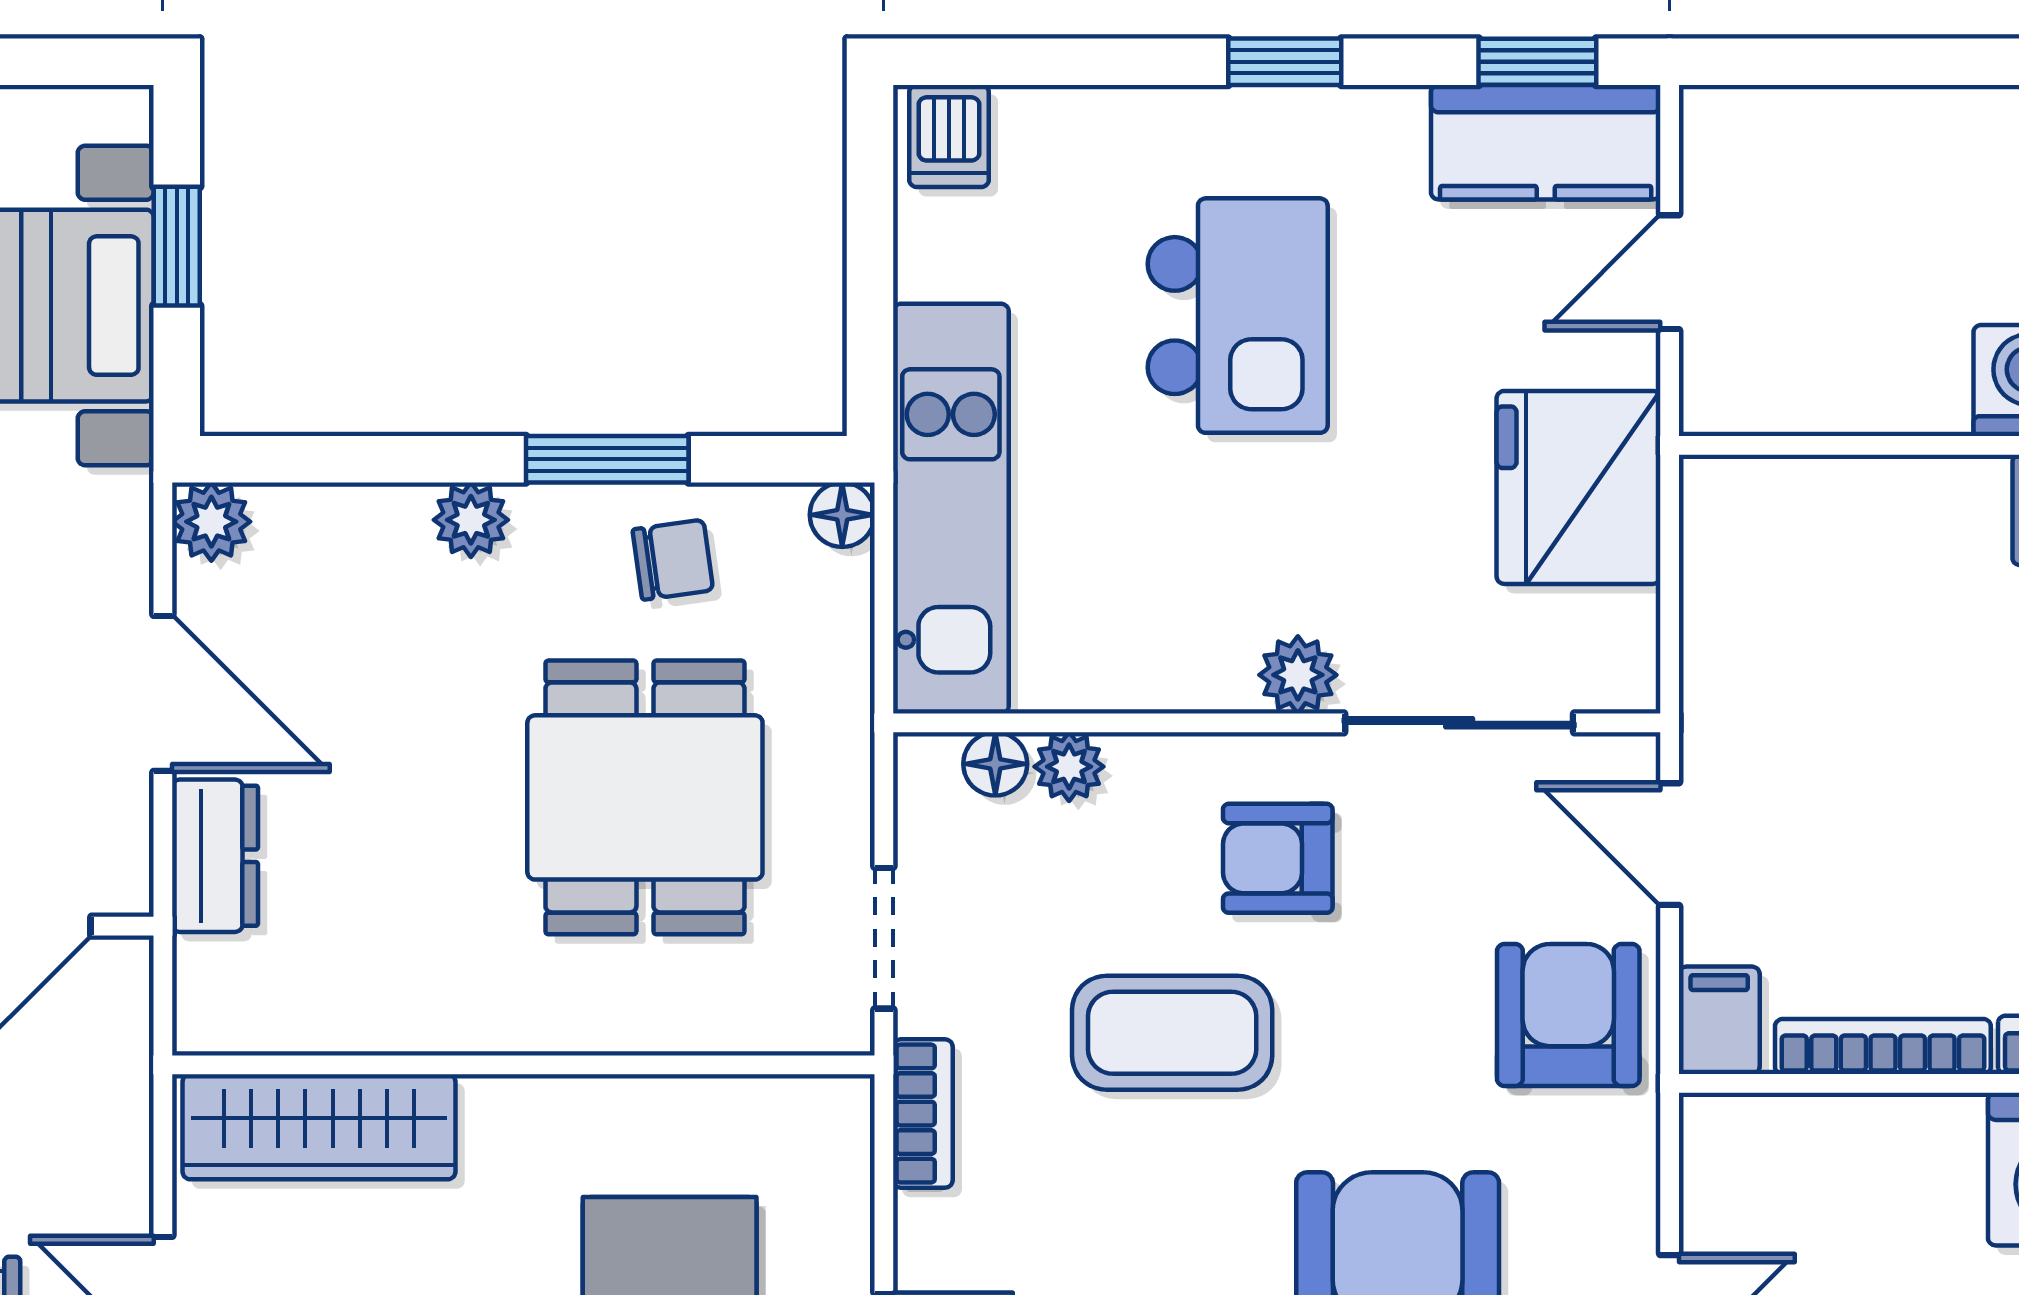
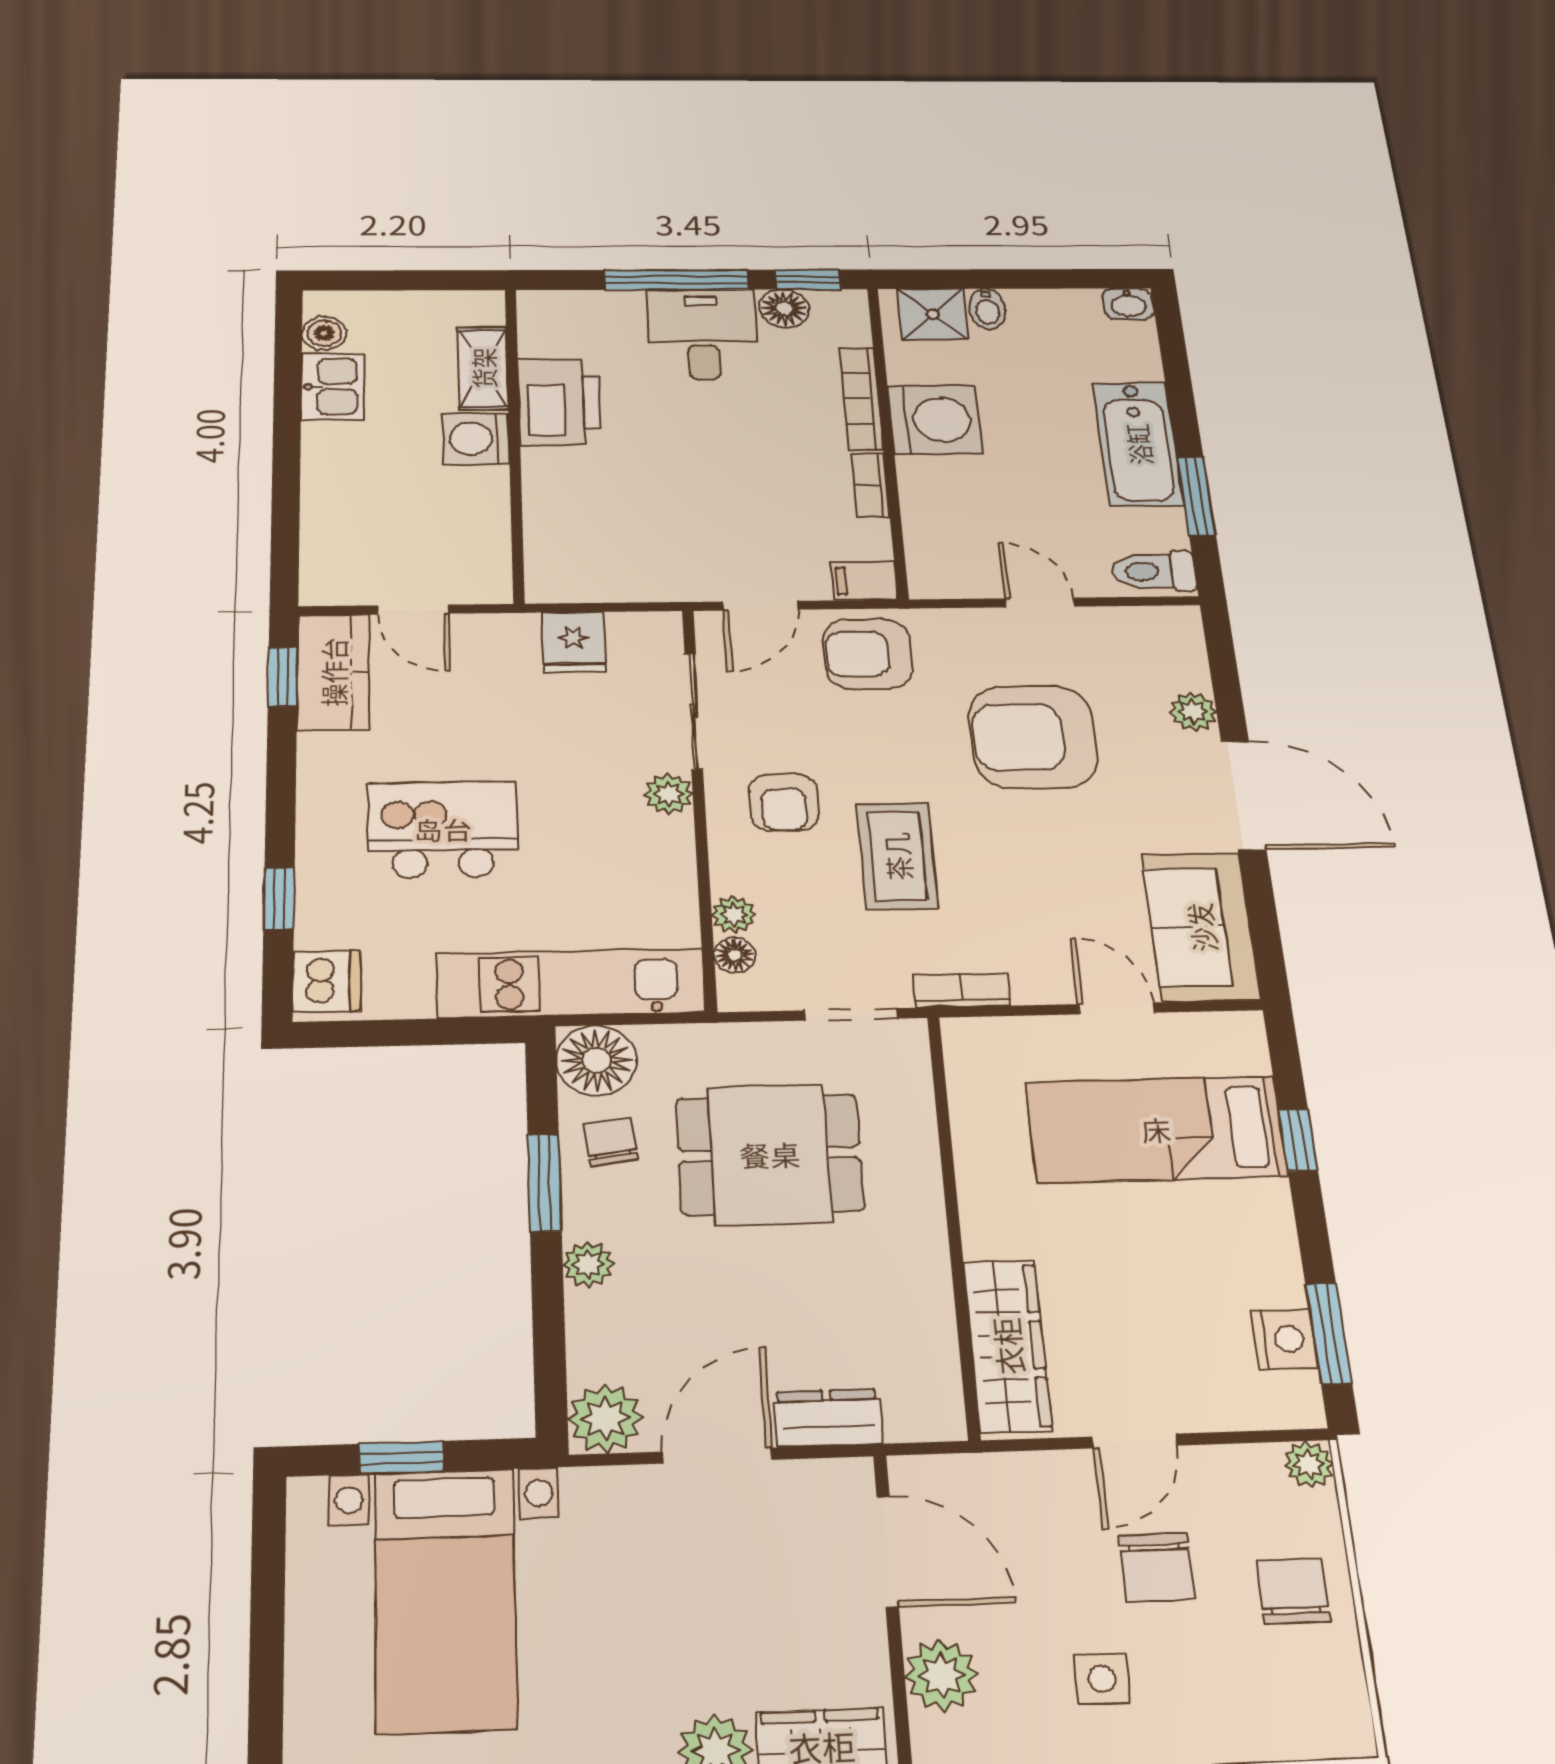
window: (1285, 62) -> (279, 899), moved
dishwasher: (949, 136) -> (327, 981), width x1.38
fridge: (1579, 487) -> (574, 642), width x0.53, depth x0.75
floor lamp: (842, 515) -> (596, 1060), width x1.89, depth x1.89
plant: (211, 522) -> (605, 1418), width x1.38, depth x1.38
bookcase: (1883, 1046) -> (870, 485), width x0.64

